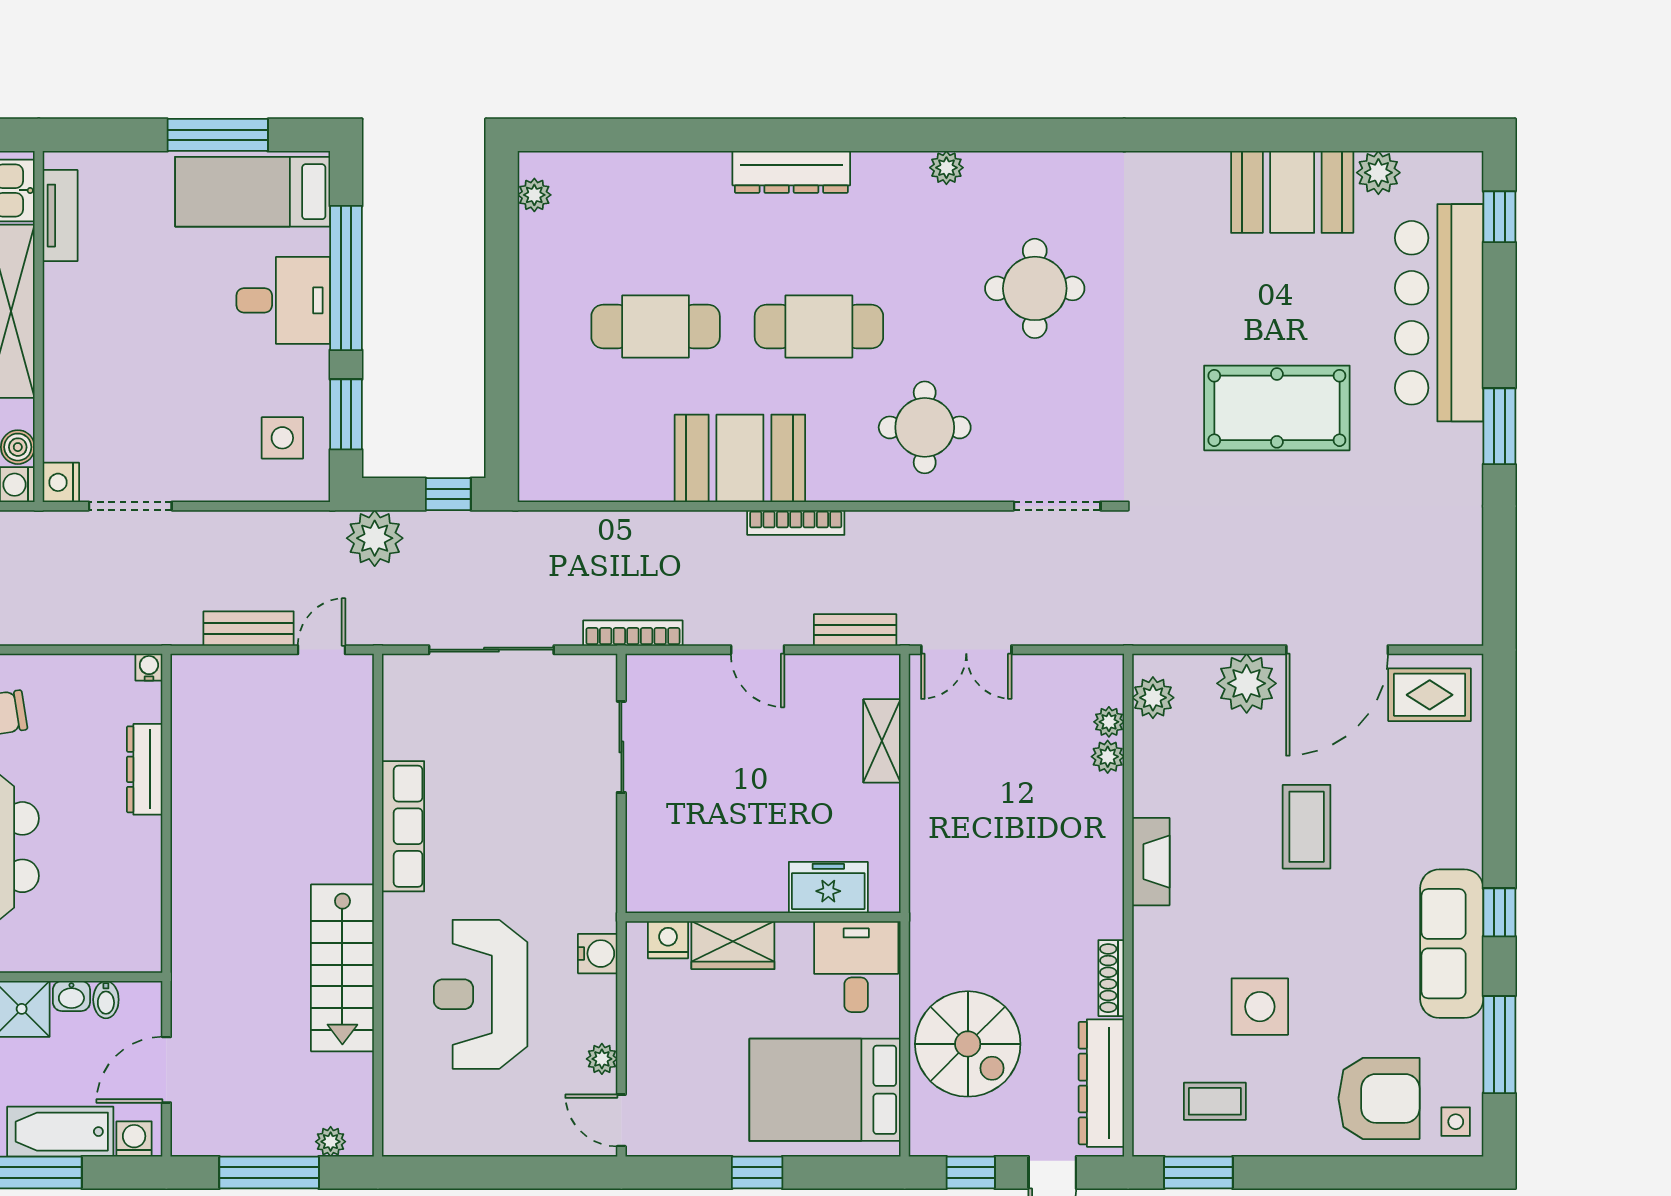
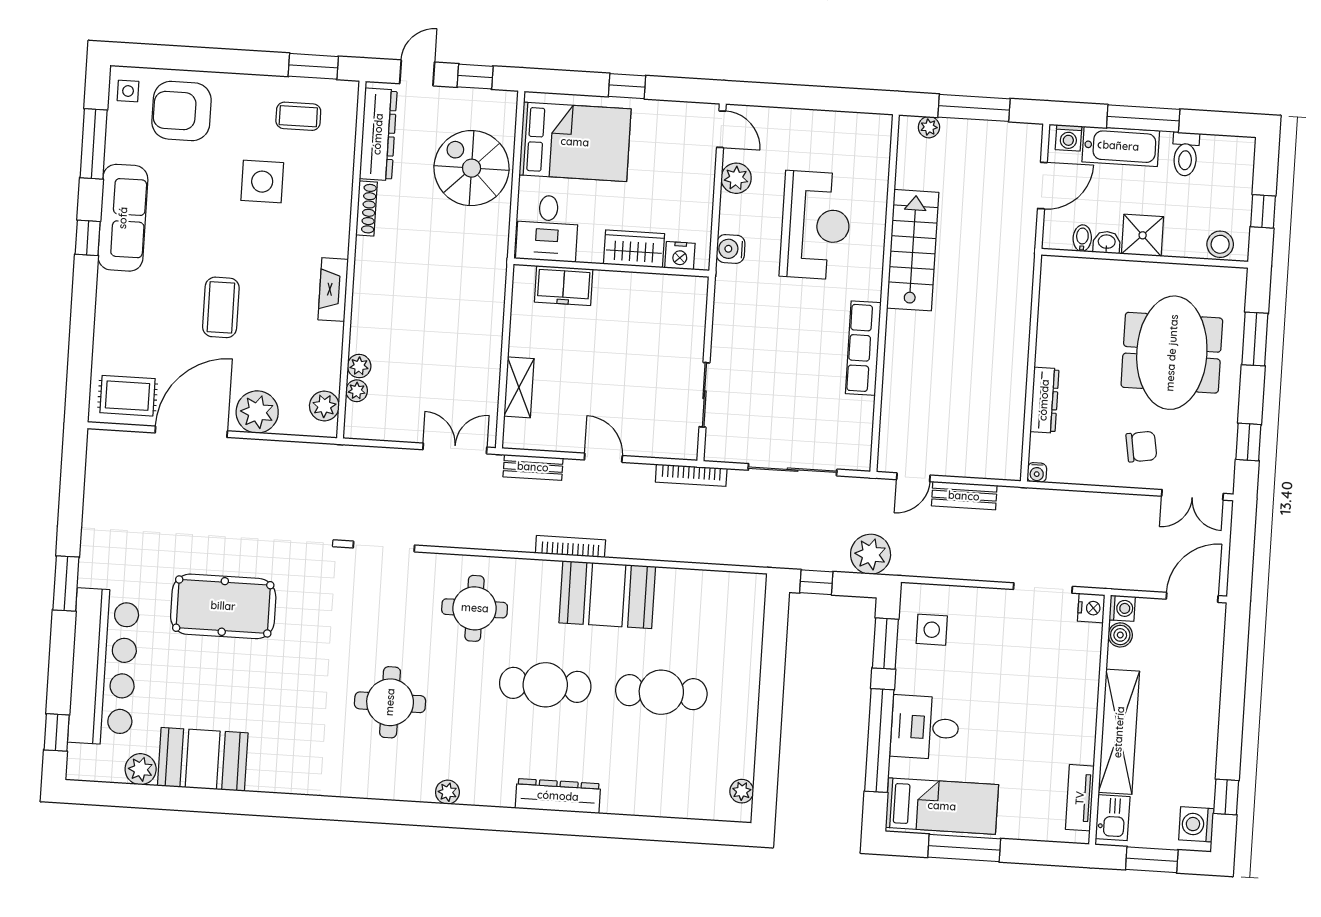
plant: (602, 1059) -> (736, 178), width x1.38, depth x1.38

